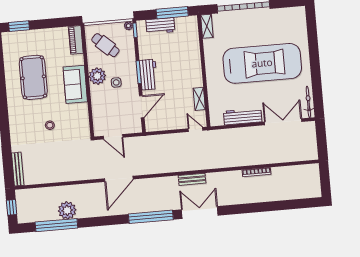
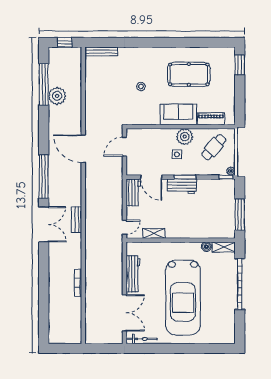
workbench: (160, 26) -> (133, 192), moved, turned 180
piano: (76, 40) -> (211, 119), moved
boiler: (208, 44) -> (206, 247), added

